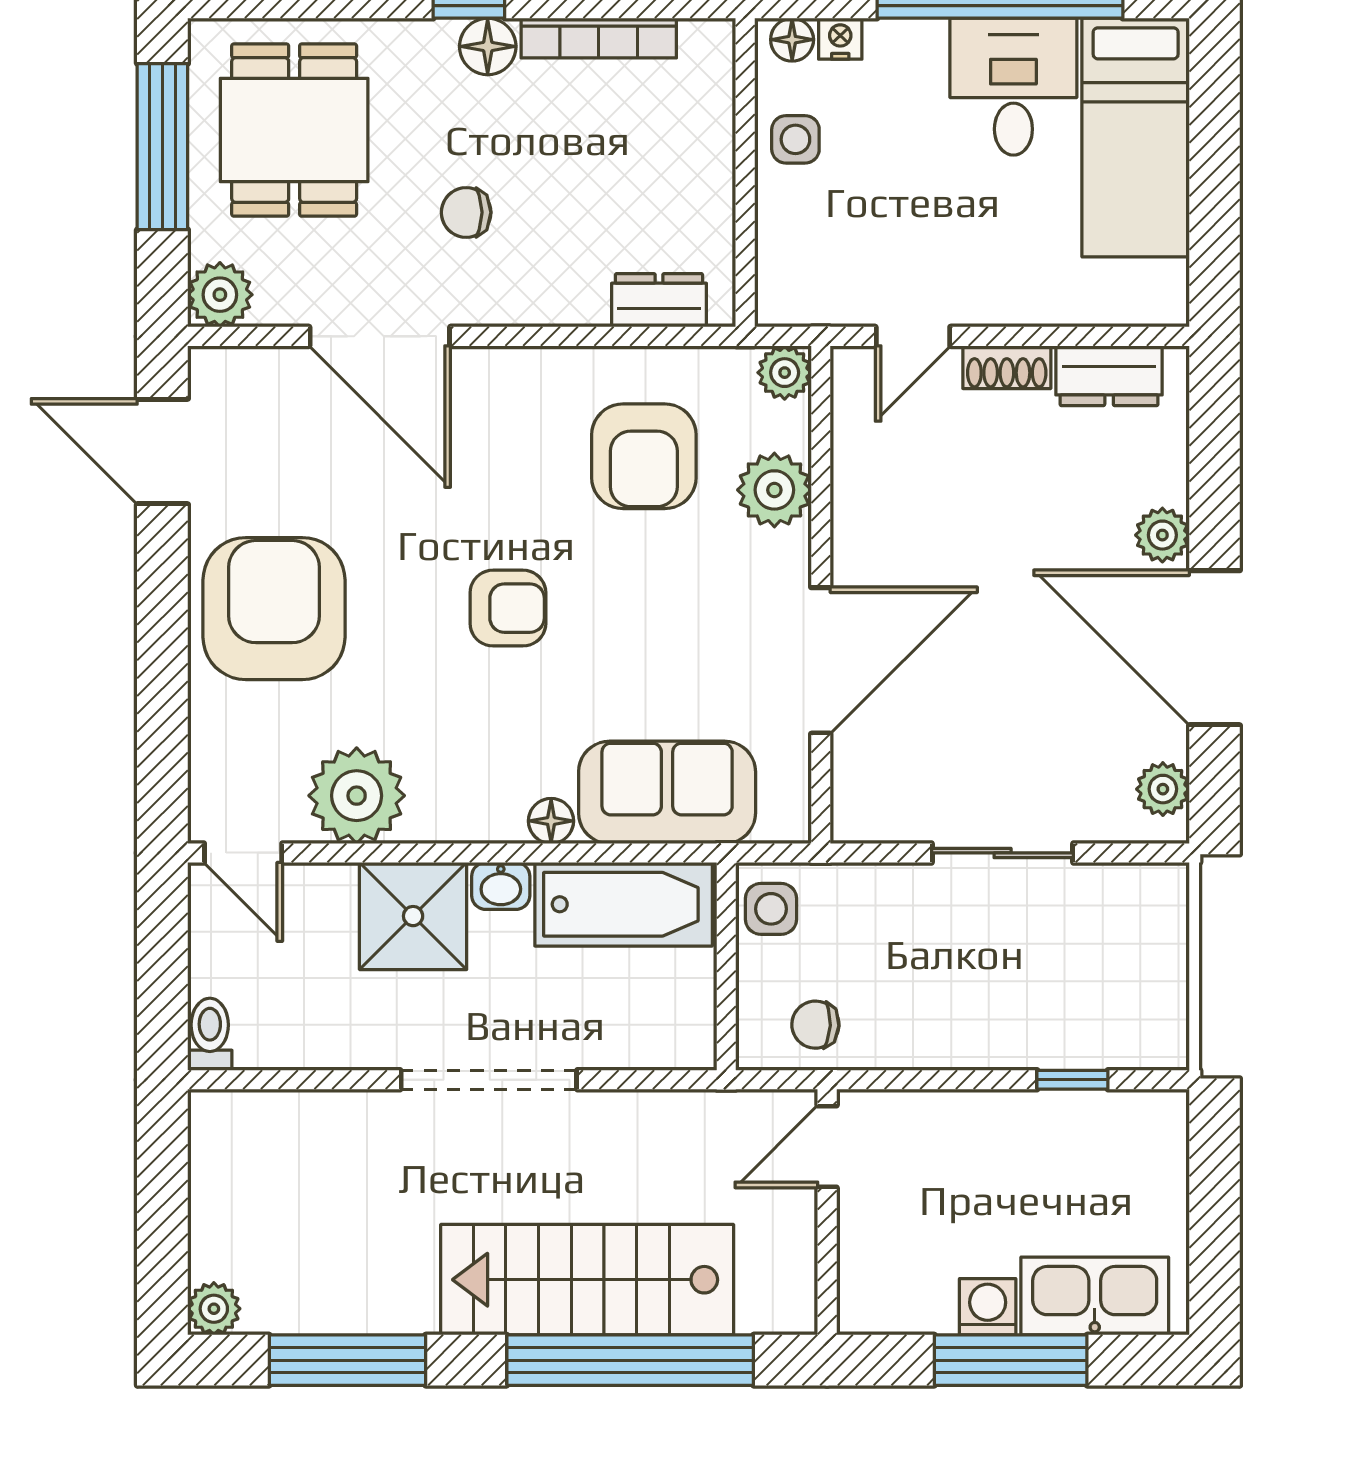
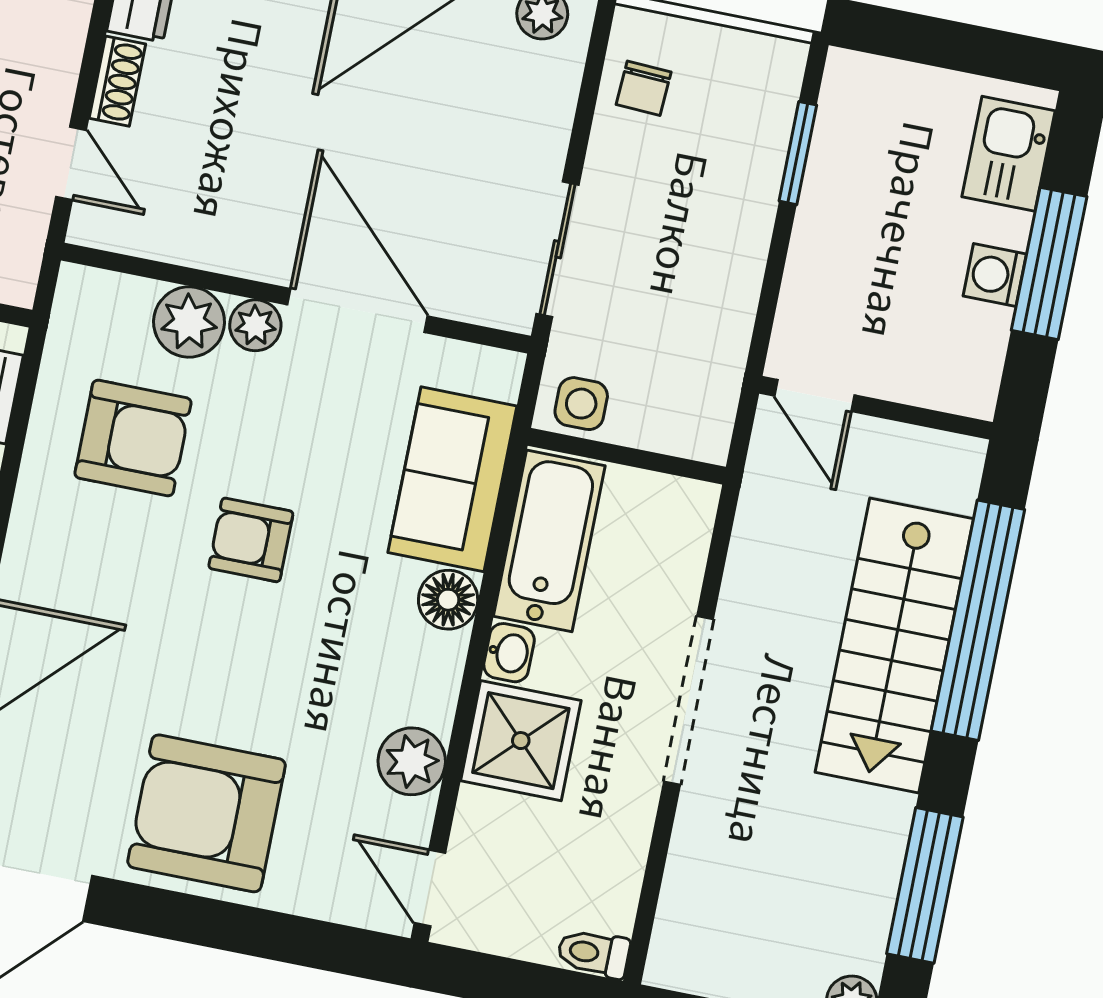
plant: (785, 373) -> (255, 325), moved
armchair: (508, 608) -> (251, 540), moved, turned -90
plant: (357, 796) -> (412, 761), width x0.73, depth x0.73
floor lamp: (551, 821) -> (448, 600), width x1.37, depth x1.37
door: (243, 853) -> (430, 888), swing flipped
sliding door: (1003, 853) -> (558, 249), moved
chair: (815, 1025) -> (644, 88), moved
window: (1072, 1080) -> (798, 153), width x1.50
kitchen sink: (1095, 1296) -> (1009, 154), width x0.73

